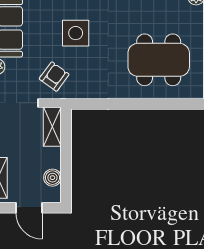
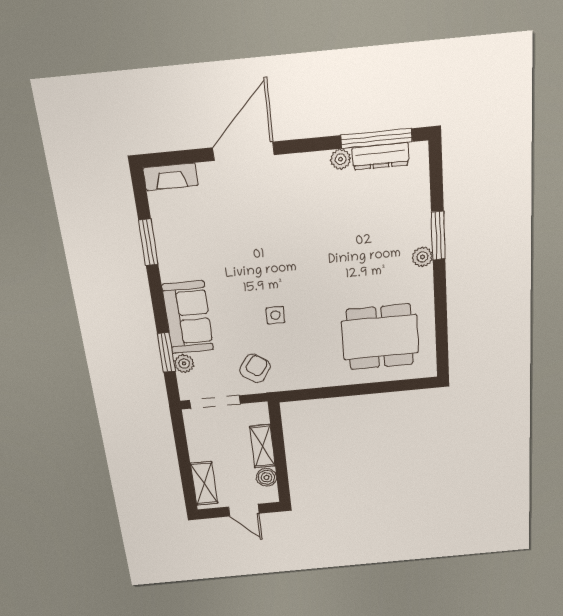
side table: (76, 33) -> (275, 315), width x0.54, depth x0.54
shelving: (52, 127) -> (262, 446), moved

